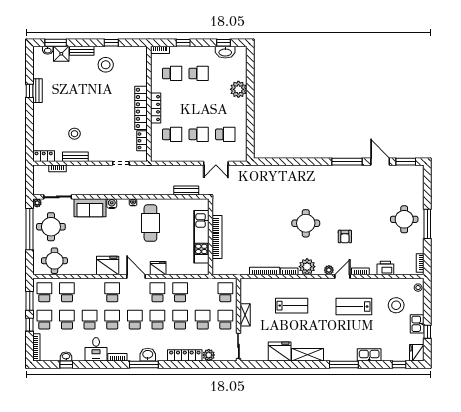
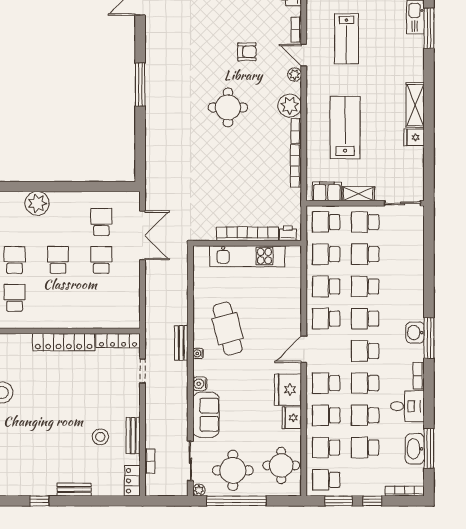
bench: (37, 91) -> (74, 490), moved
locker: (156, 108) -> (64, 321), removed
school desk: (172, 134) -> (58, 260), moved
locker: (142, 141) -> (118, 341), width x1.53
window: (347, 162) -> (140, 85), moved
double door: (216, 163) -> (143, 235), width x1.37
bench: (186, 191) -> (181, 343), moved
cafe table: (150, 223) -> (228, 329), turned 75
printer: (217, 265) -> (288, 233), added
fridge: (158, 268) -> (292, 418), moved
school desk: (203, 292) -> (326, 254), added
filing cabinet: (247, 293) -> (327, 191), added
lab bench: (292, 306) -> (345, 128), width x1.36, depth x1.39
school desk: (44, 320) -> (326, 415), moved
fridge: (280, 352) -> (414, 137), width x0.53, depth x0.75
locker: (185, 355) -> (416, 280), removed
plant: (209, 355) -> (416, 246), removed
washbasin: (66, 357) -> (415, 449), width x1.91, depth x1.45
window: (66, 364) -> (429, 448), width x2.17
window: (344, 364) -> (429, 28), moved

